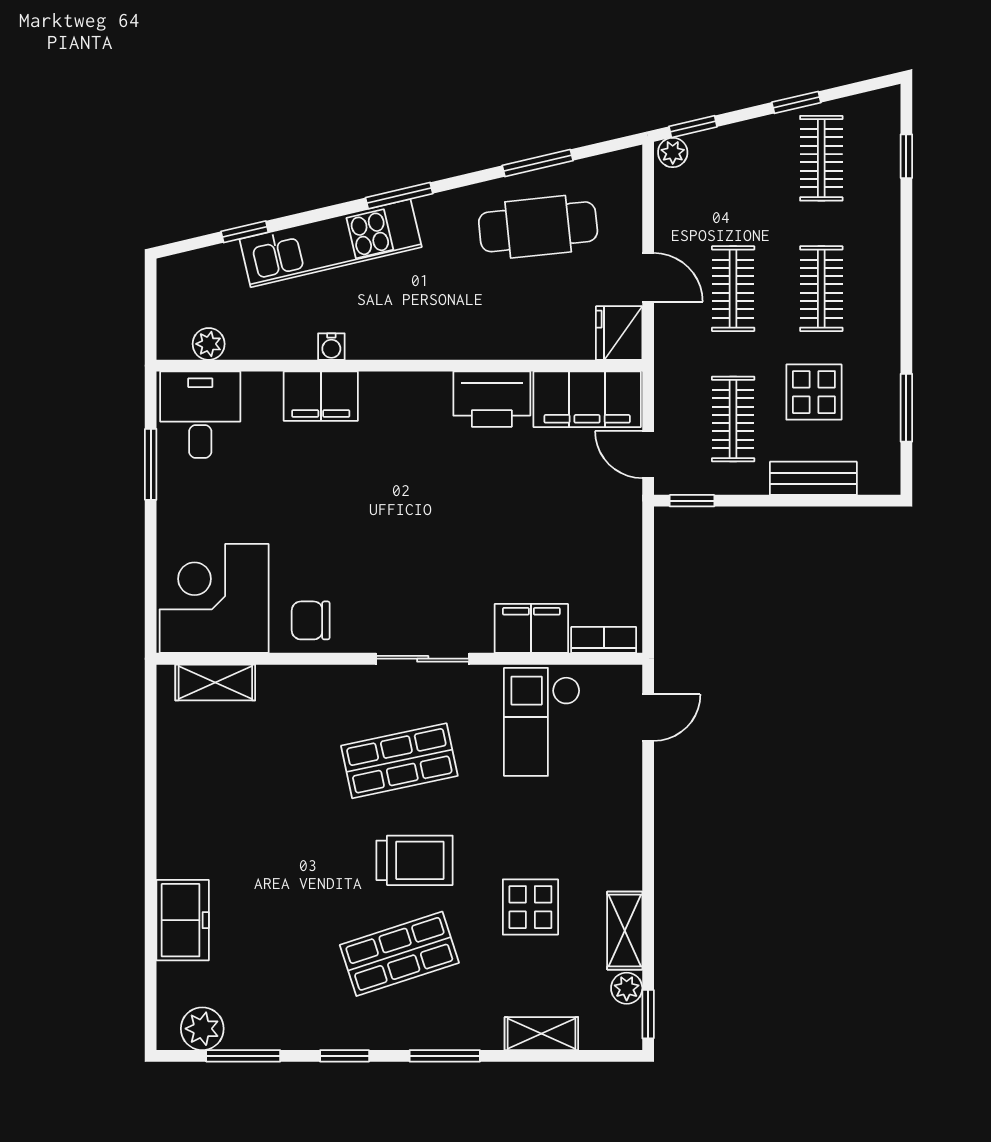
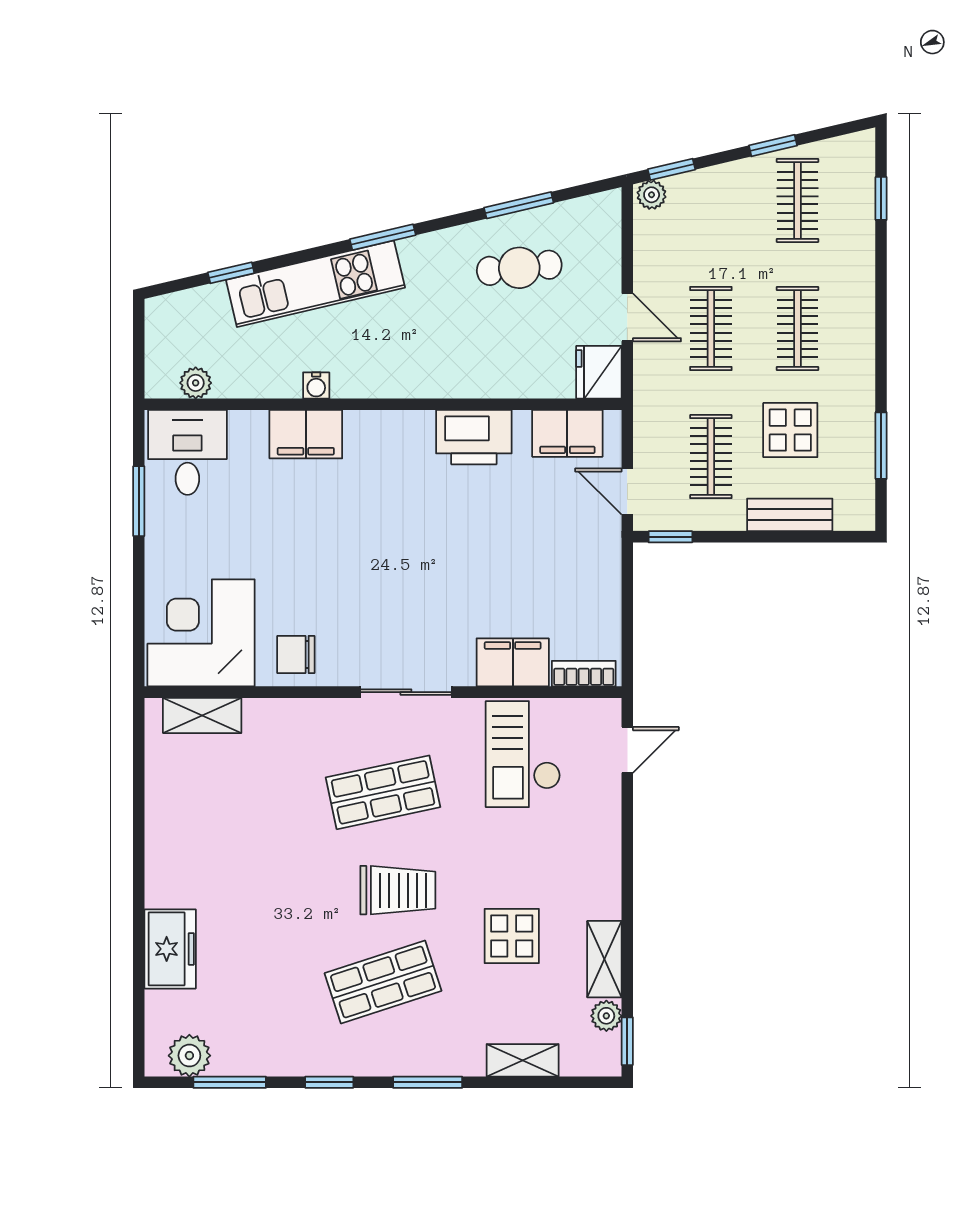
cafe table: (538, 227) -> (519, 268), width x0.73, depth x0.74
filing cabinet: (587, 399) -> (567, 433), width x0.67, depth x0.86

